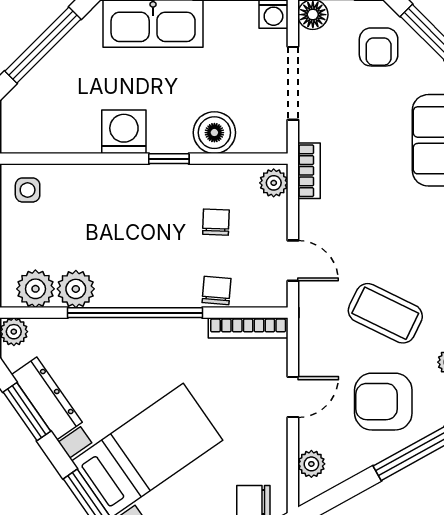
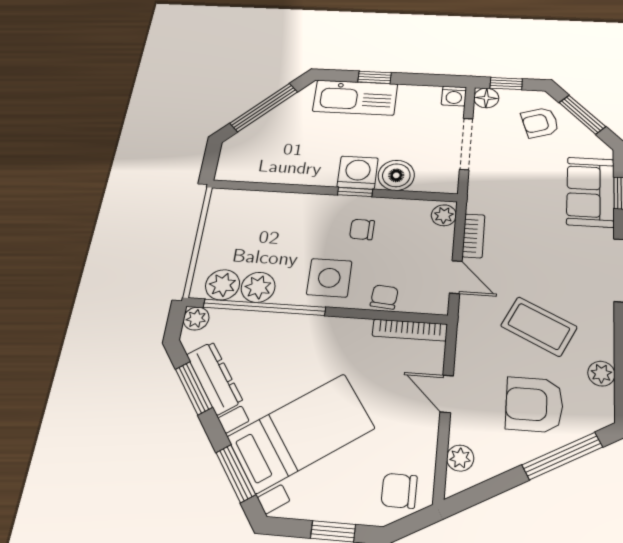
armchair: (379, 47) -> (540, 123), turned 72
washing machine: (124, 132) -> (358, 173), moved
bookcase: (309, 171) -> (473, 236), moved
side table: (28, 190) -> (329, 278), moved, width x1.87, depth x1.87
chair: (216, 222) -> (362, 229), moved, turned -91
window: (135, 313) -> (264, 307), moved
door: (293, 397) -> (447, 394), swing flipped

